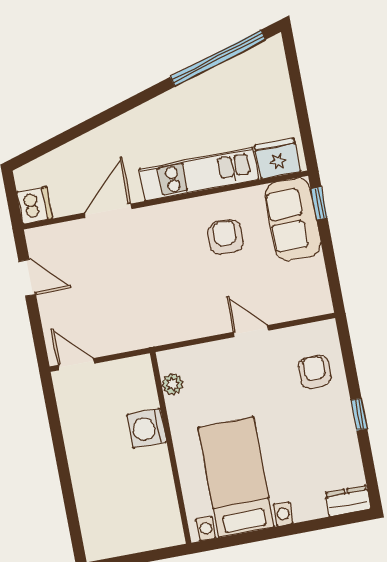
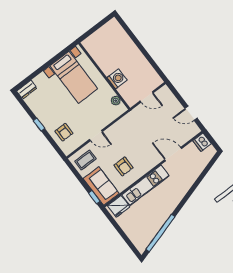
door: (108, 211) -> (173, 154), swing flipped
coffee table: (299, 291) -> (85, 160), added
door: (76, 364) -> (147, 97), moved

